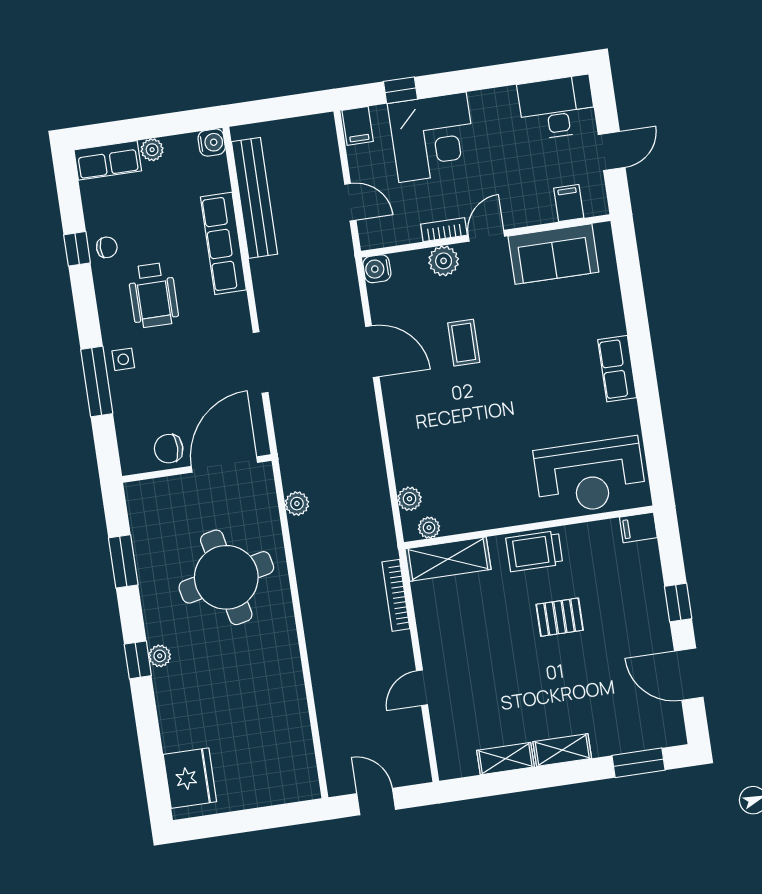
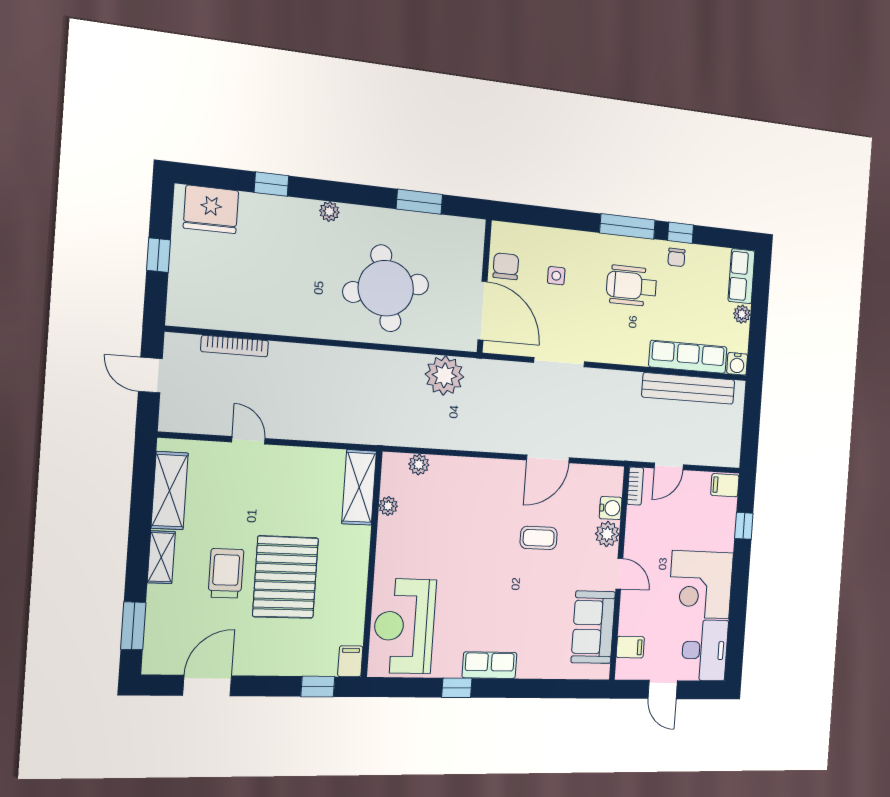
corner desk: (432, 137) -> (701, 585), moved
bookcase: (444, 230) -> (635, 486), moved
row of seats: (223, 243) -> (688, 357), moved
water cooler: (377, 269) -> (611, 508), moved, turned 90
side table: (123, 359) -> (556, 276), moved
window: (97, 381) -> (627, 226), moved
window: (648, 401) -> (457, 688), added
plant: (297, 504) -> (444, 375), width x1.88, depth x1.88
plant: (429, 528) -> (388, 506), moved
trolley: (534, 551) -> (226, 573), moved
bookcase: (396, 595) -> (235, 346), moved, turned 180
window: (678, 602) -> (318, 687), moved
pallet: (560, 617) -> (286, 577), width x2.05, depth x2.00
window: (138, 660) -> (272, 184), moved
shelving: (506, 759) -> (170, 491), width x1.50, depth x1.33
door: (376, 802) -> (150, 375), swing flipped
window: (251, 820) -> (158, 255), added

